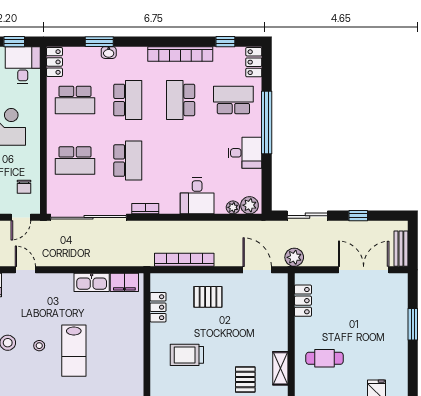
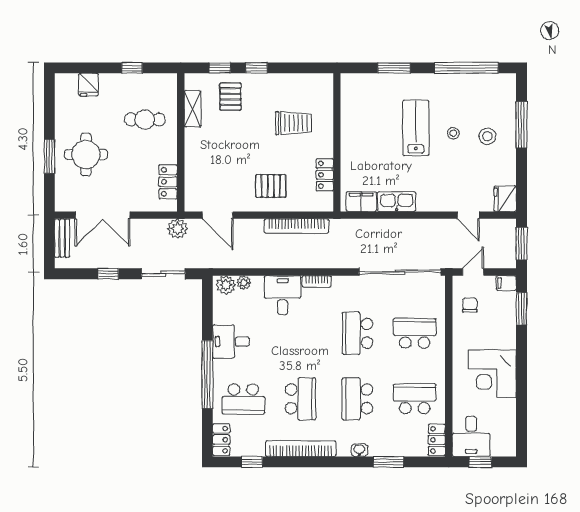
washbasin: (109, 53) -> (359, 450), moved
bookcase: (145, 209) -> (317, 281), moved
round table: (379, 326) -> (86, 155), added

